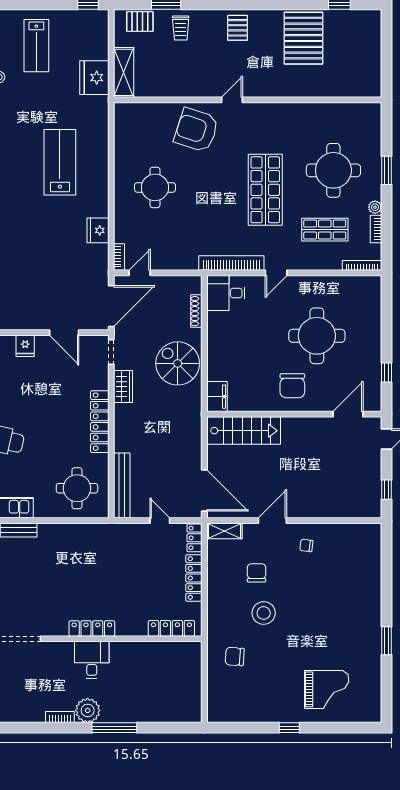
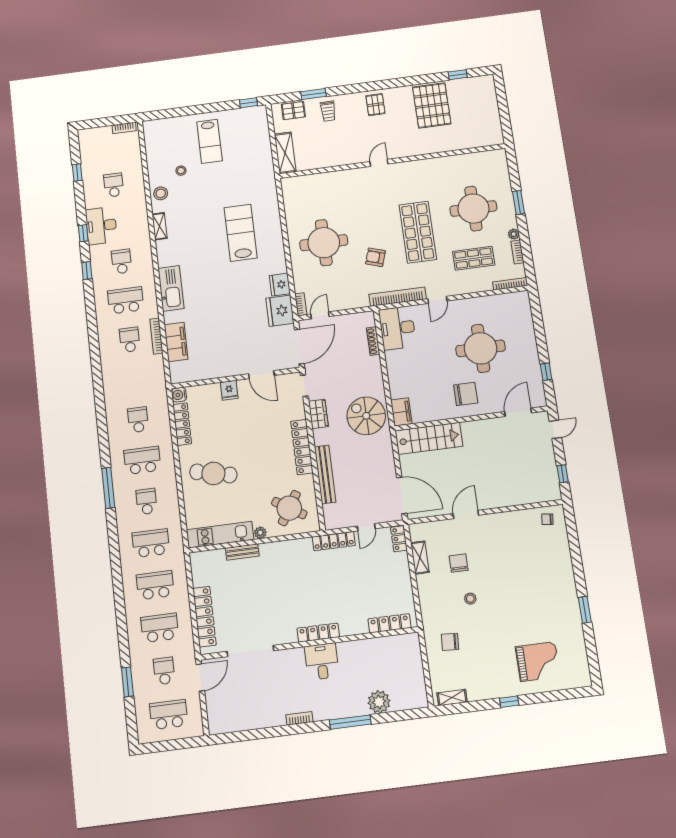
fridge: (94, 78) -> (280, 311), moved
armchair: (196, 130) -> (375, 257), moved, width x0.53, depth x0.53
round table: (155, 187) -> (324, 243), width x1.36, depth x1.36
desk: (226, 293) -> (397, 328), width x1.37
spiral stairs: (178, 363) -> (366, 416), moved
chair: (292, 386) -> (466, 394), turned -90
bench: (122, 486) -> (325, 474), moved
round table: (77, 488) -> (289, 508), turned 32
plant: (41, 511) -> (260, 533), added
door: (160, 521) -> (366, 527), swing flipped
shelving: (224, 531) -> (420, 558), moved, turned 90
chair: (306, 545) -> (547, 519), moved
locker: (194, 578) -> (334, 541), moved, turned -90
stool: (264, 613) -> (470, 599), width x0.53, depth x0.53
plant: (88, 710) -> (379, 702), moved
shelving: (228, 716) -> (452, 698), added

